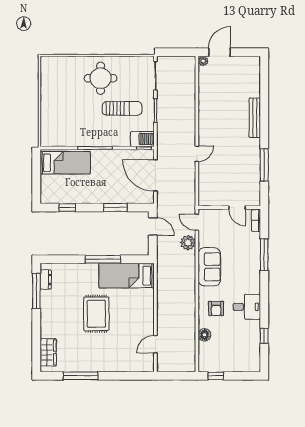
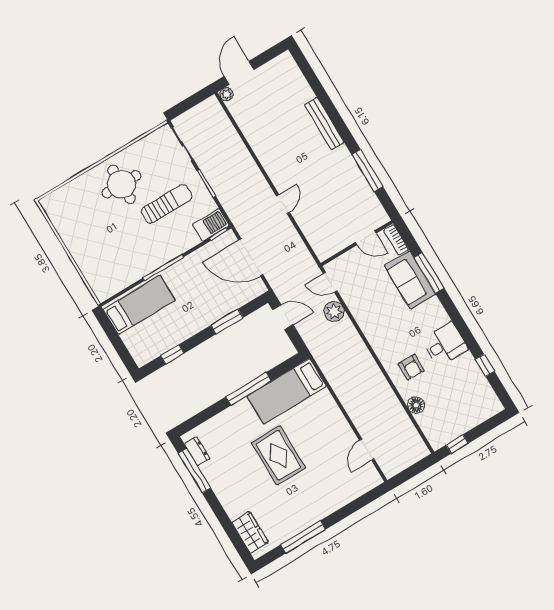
sofa: (209, 267) -> (410, 280), moved, turned 180

